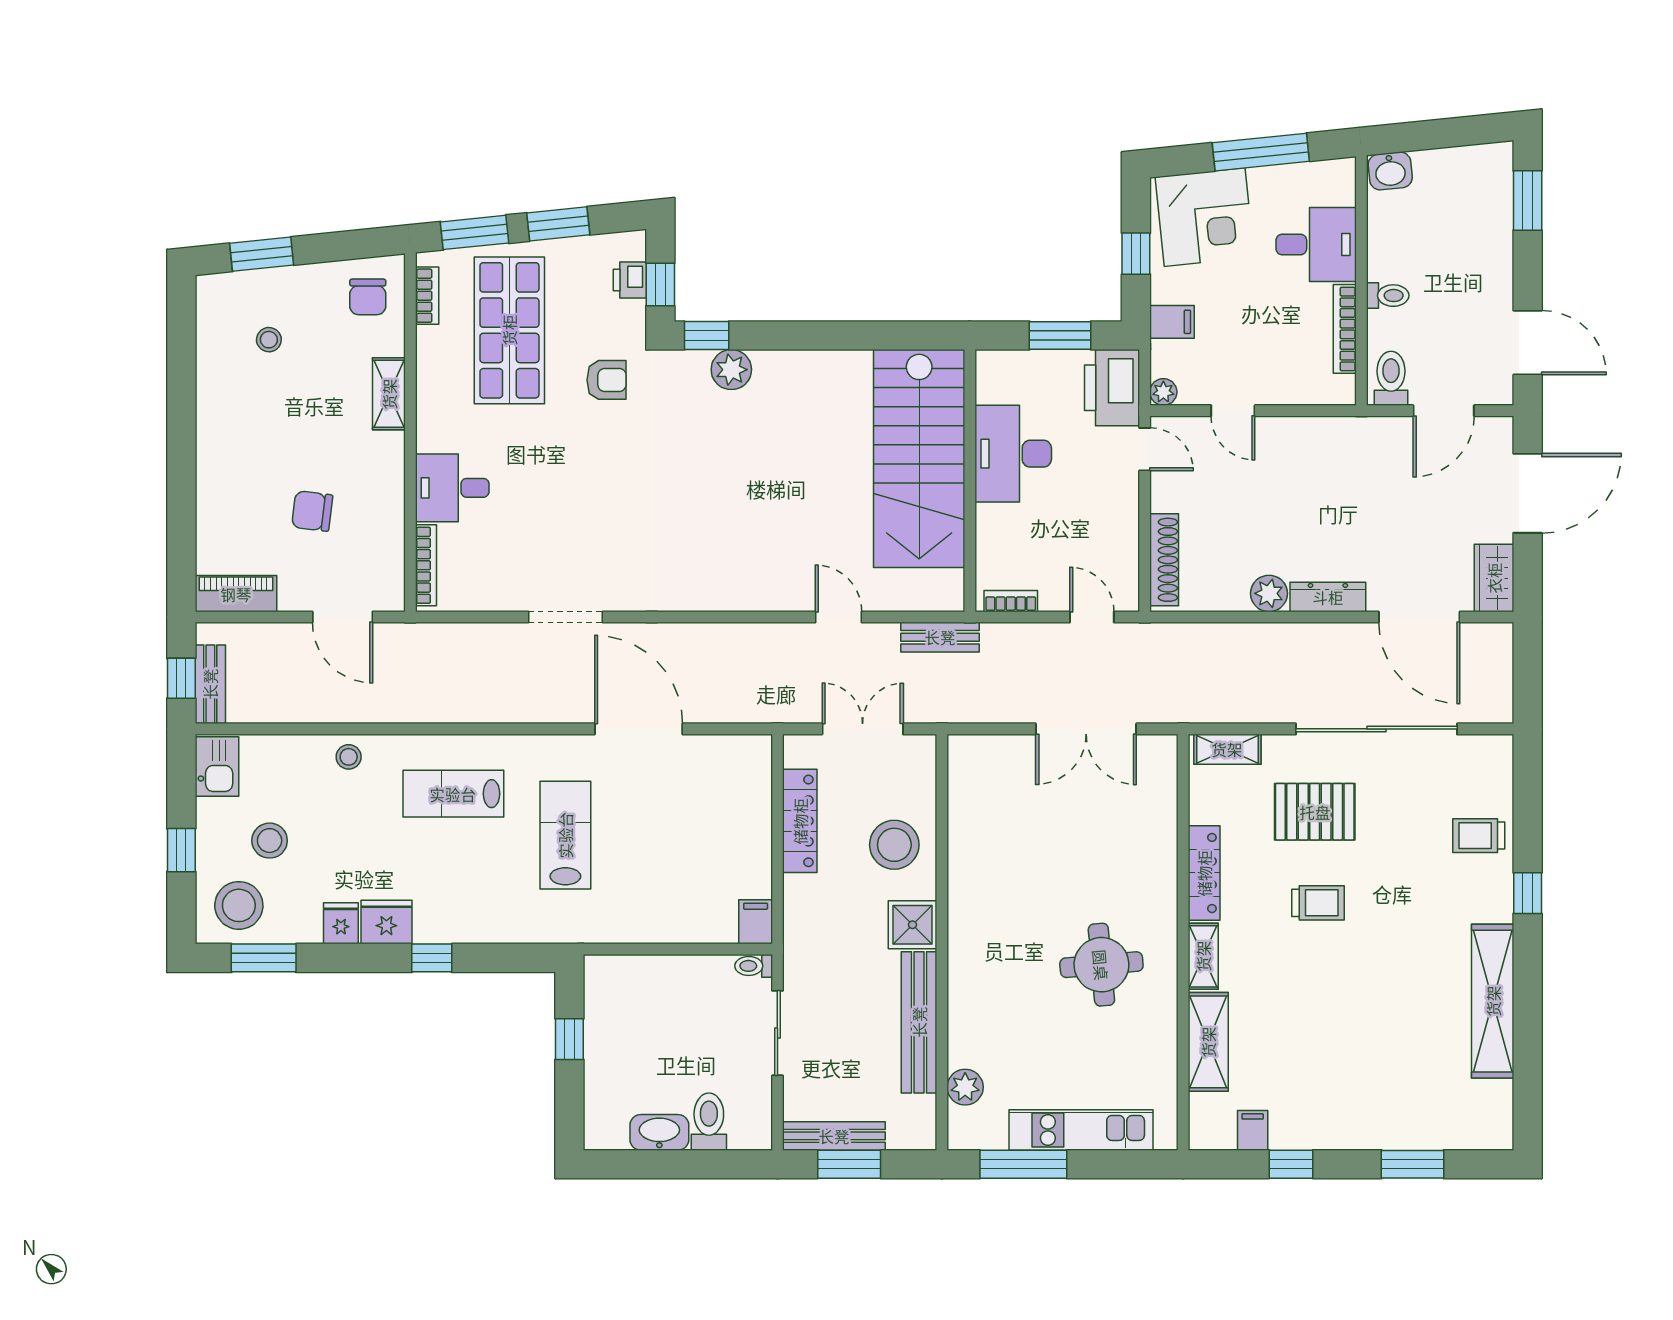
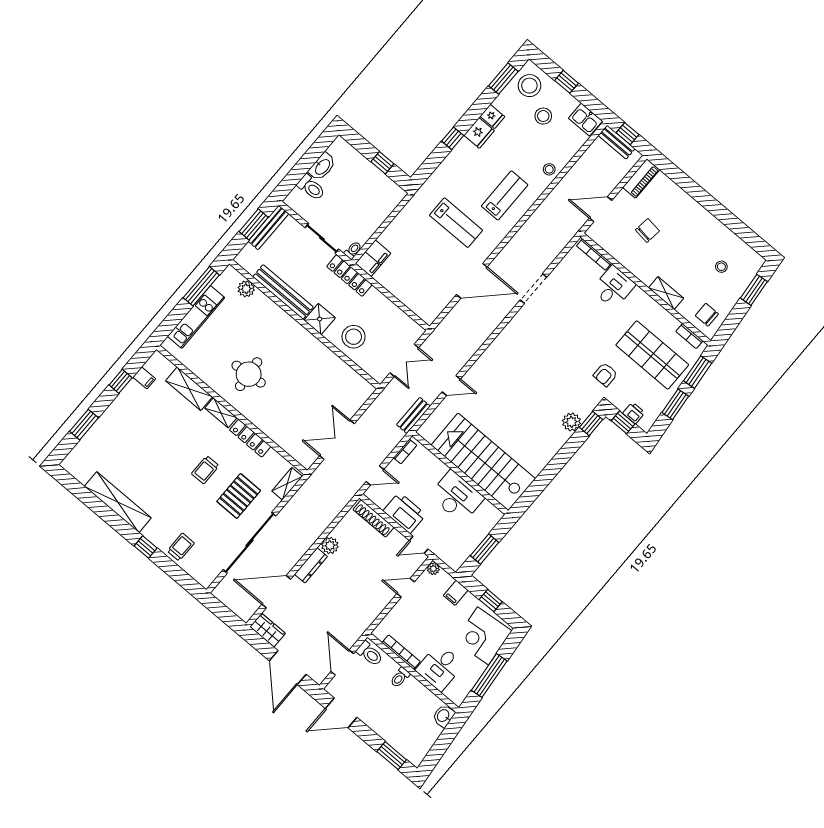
printer: (1112, 388) -> (405, 513), moved
locker: (800, 821) -> (349, 275), moved
filing cabinet: (756, 922) -> (373, 258), width x2.00

